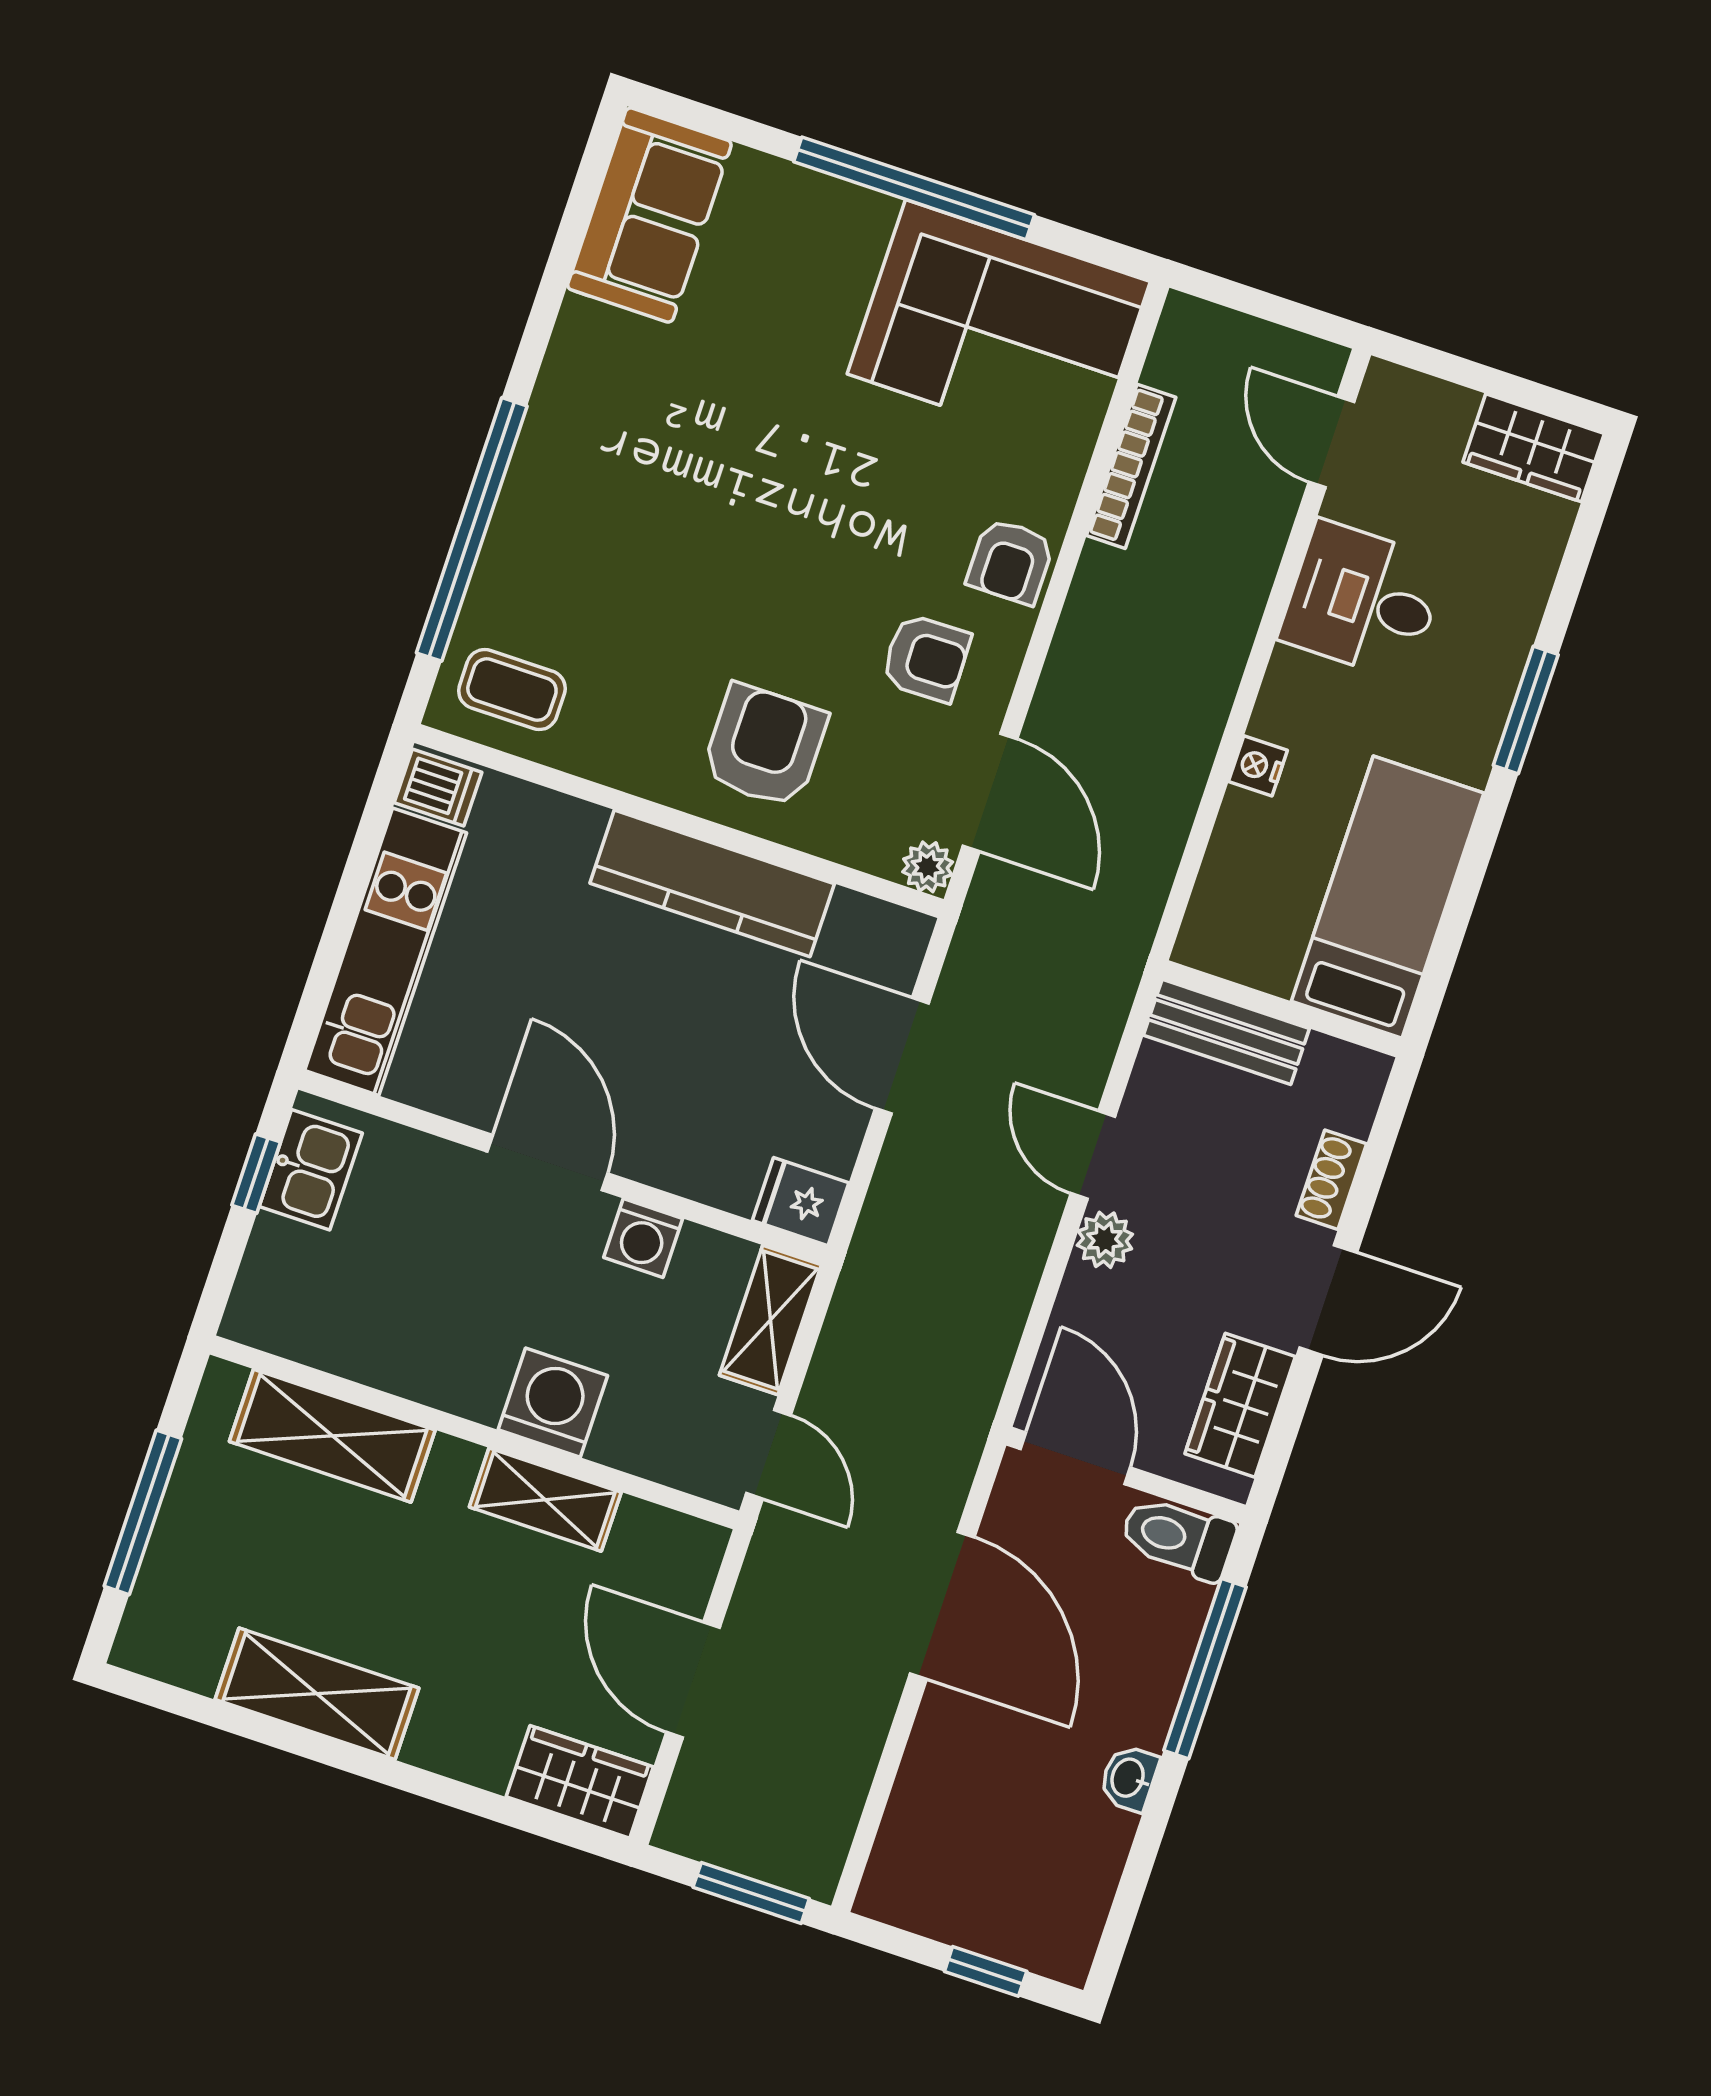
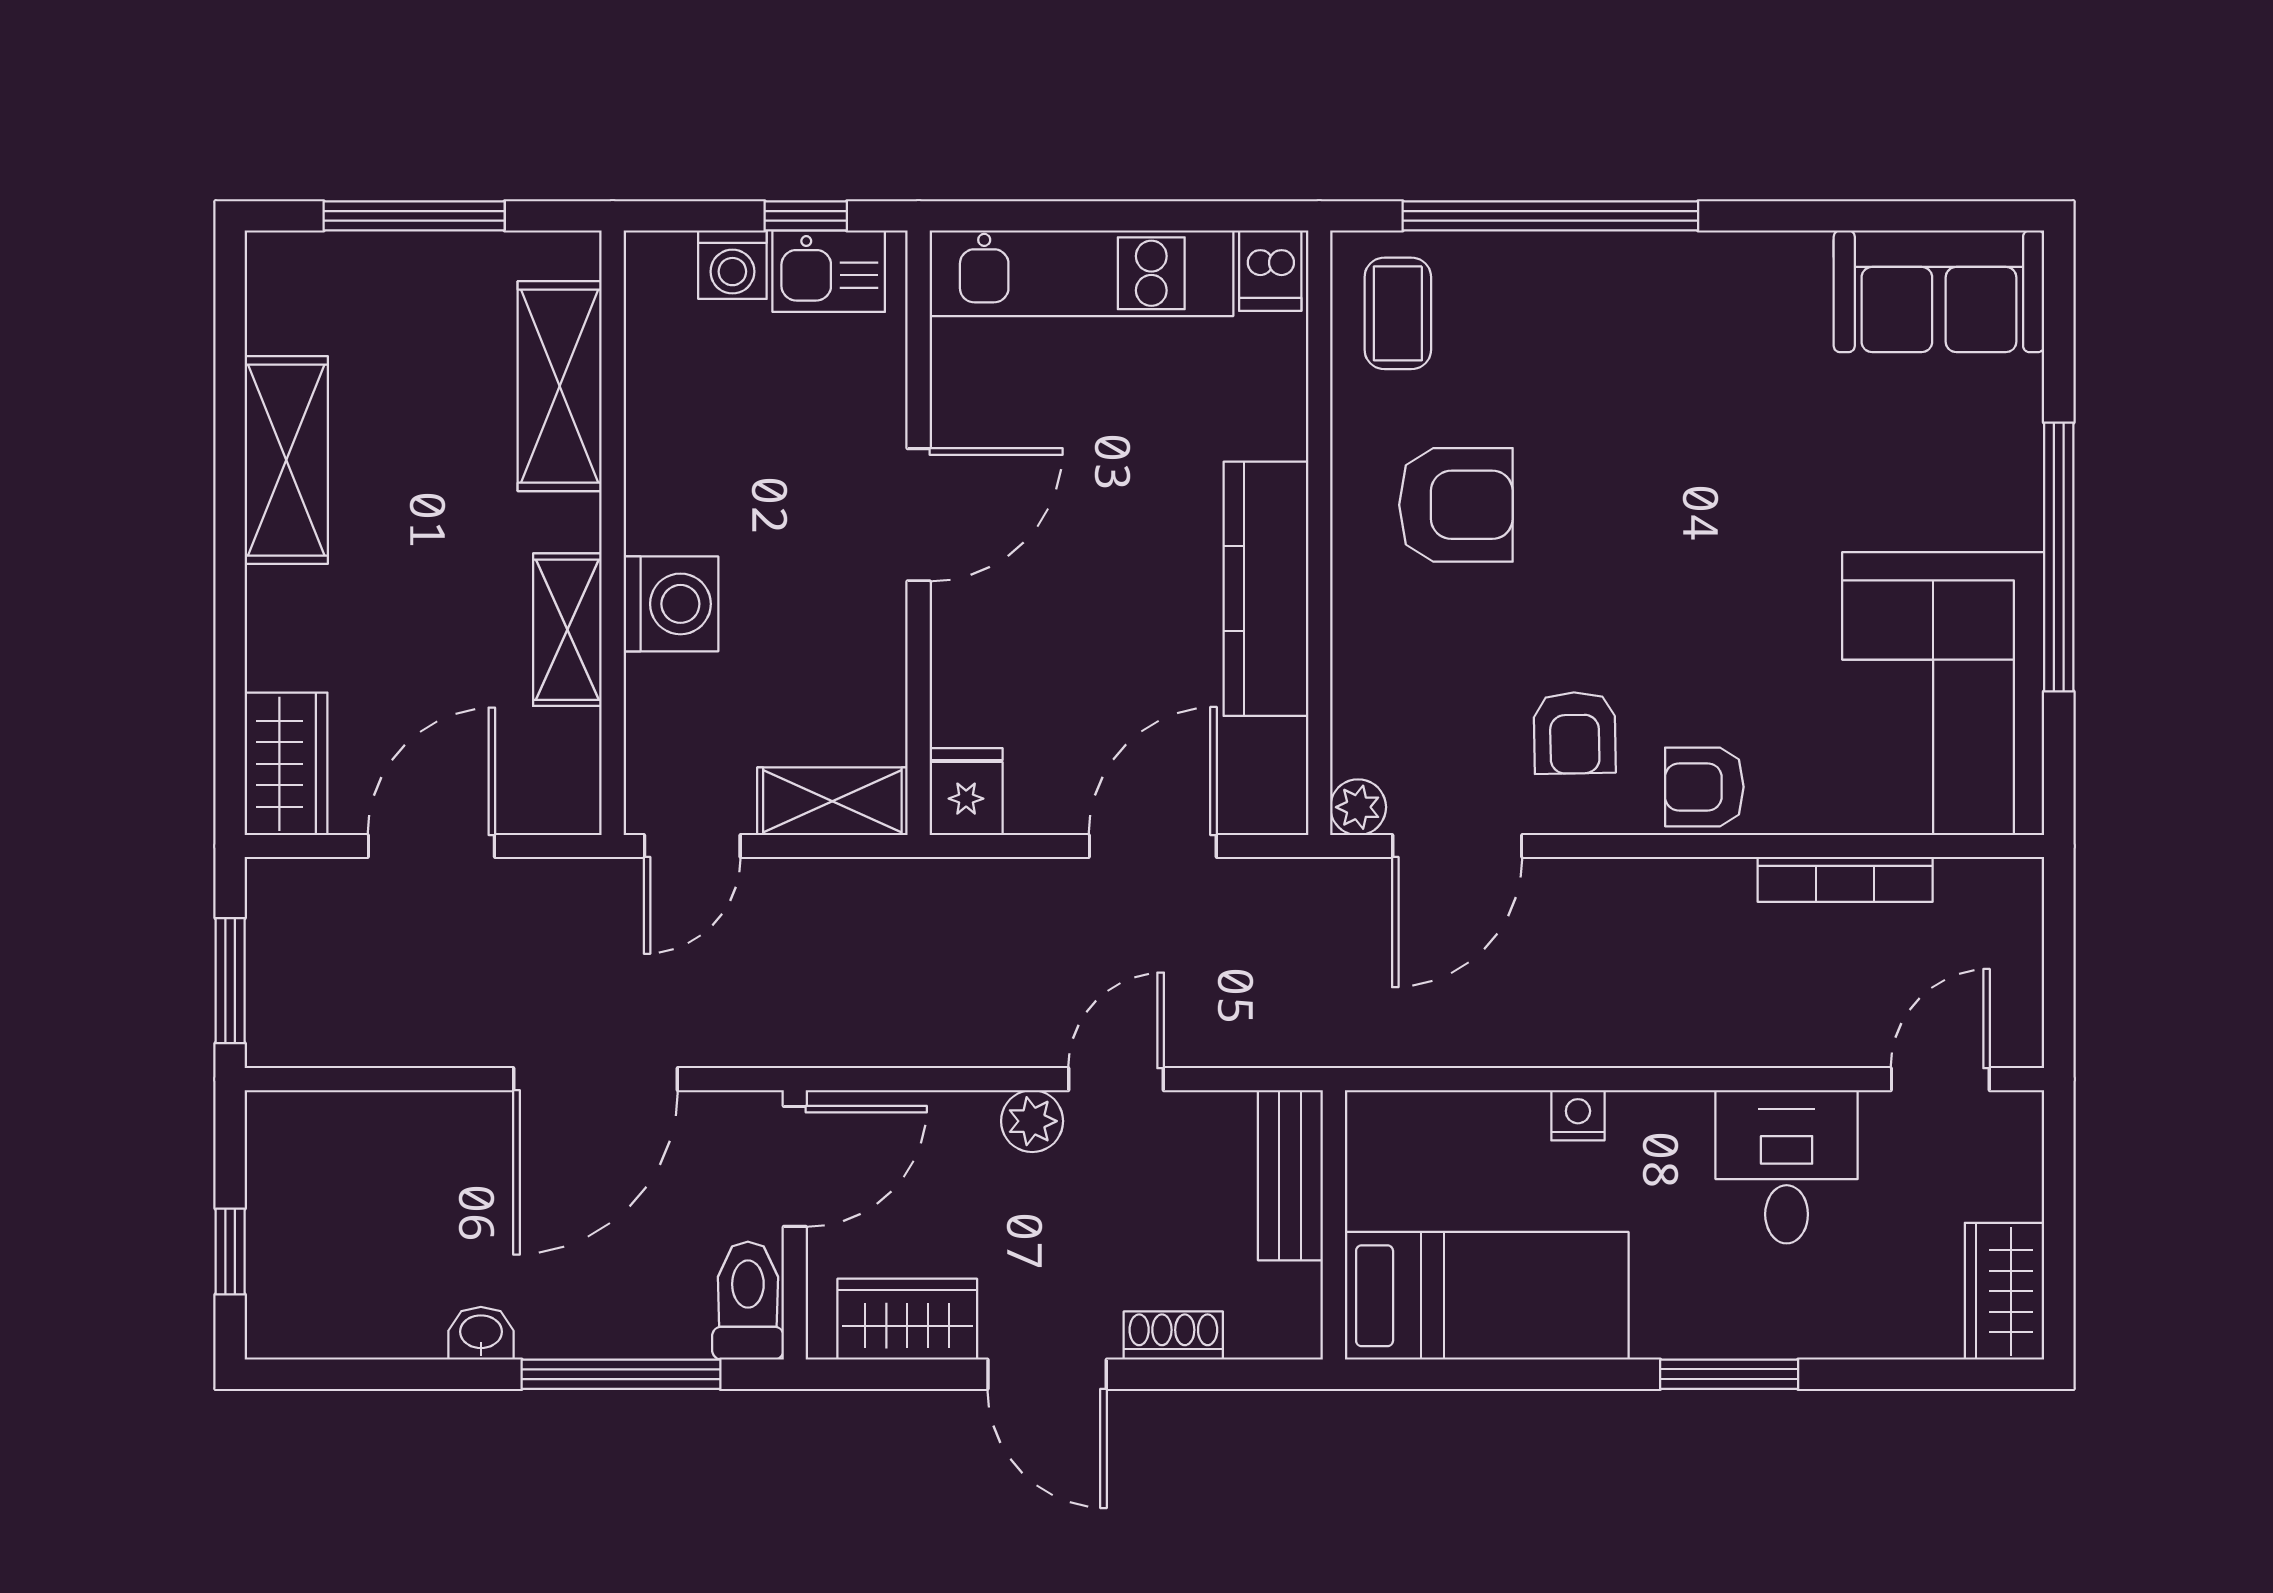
armchair: (765, 746) -> (1456, 505), moved
washing machine: (643, 1238) -> (732, 265), moved, turned -90

